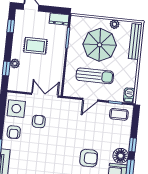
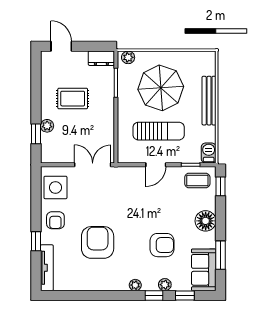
plant: (115, 24) -> (128, 57), moved
window: (11, 26) -> (36, 75), removed
bench: (135, 42) -> (209, 101), moved
armchair: (39, 121) -> (98, 242), moved, width x1.88, depth x1.88
window: (133, 145) -> (221, 186), moved
floor lamp: (121, 156) -> (206, 221), moved

